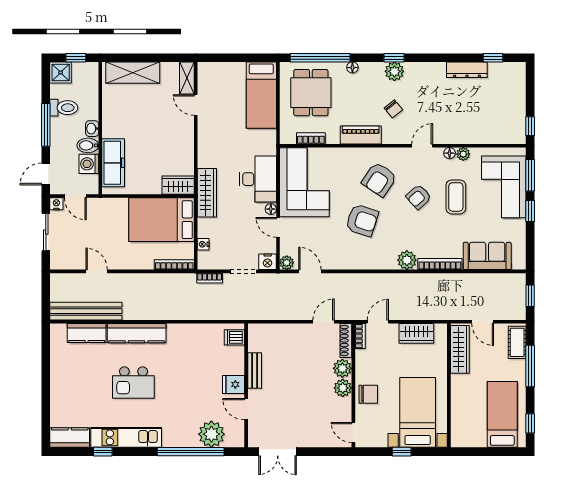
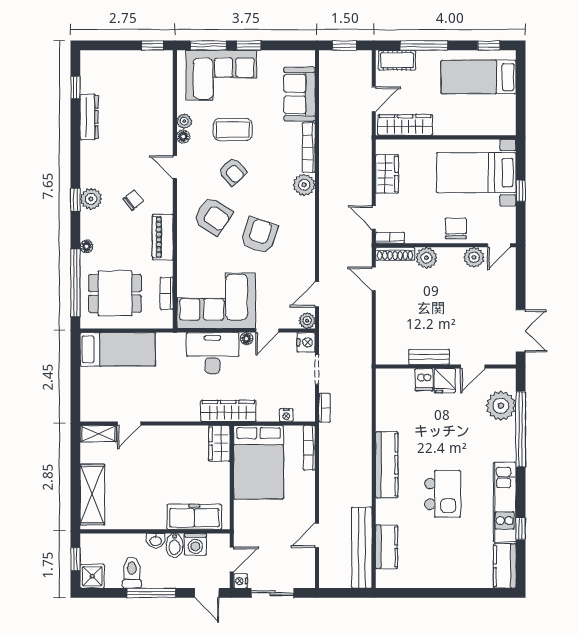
kitchen counter: (137, 333) -> (387, 465), moved
dishwasher: (234, 337) -> (424, 380), moved
plant: (343, 388) -> (474, 257), moved

